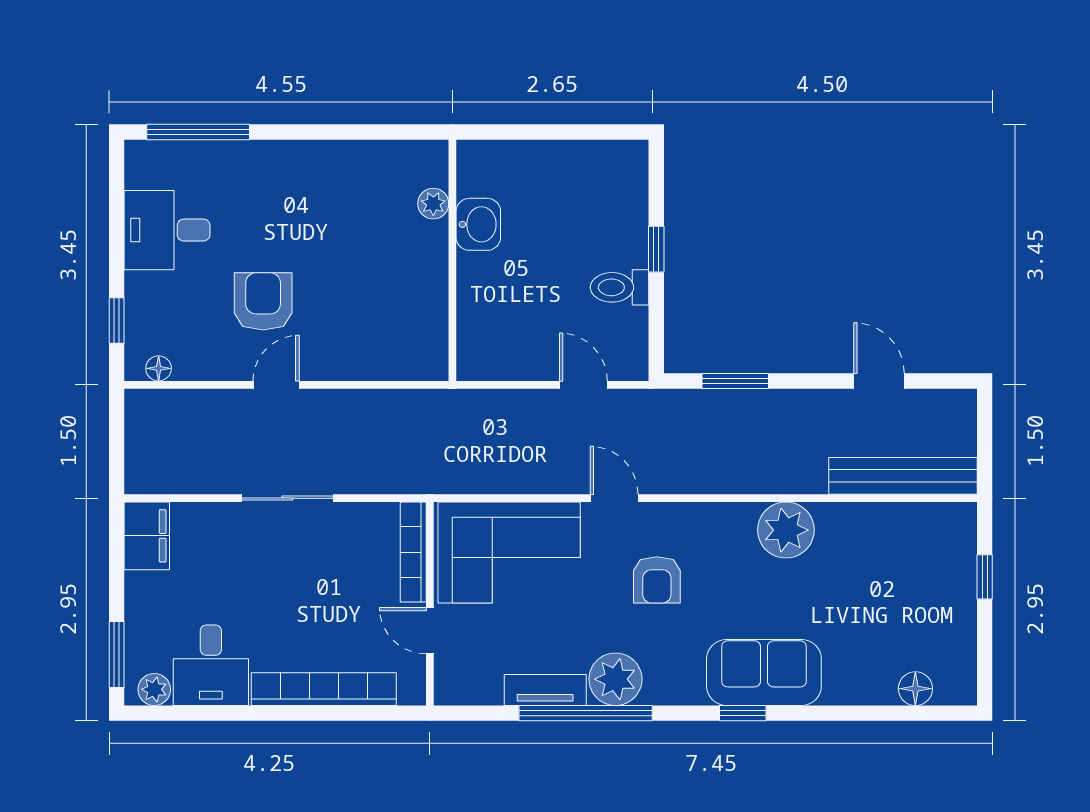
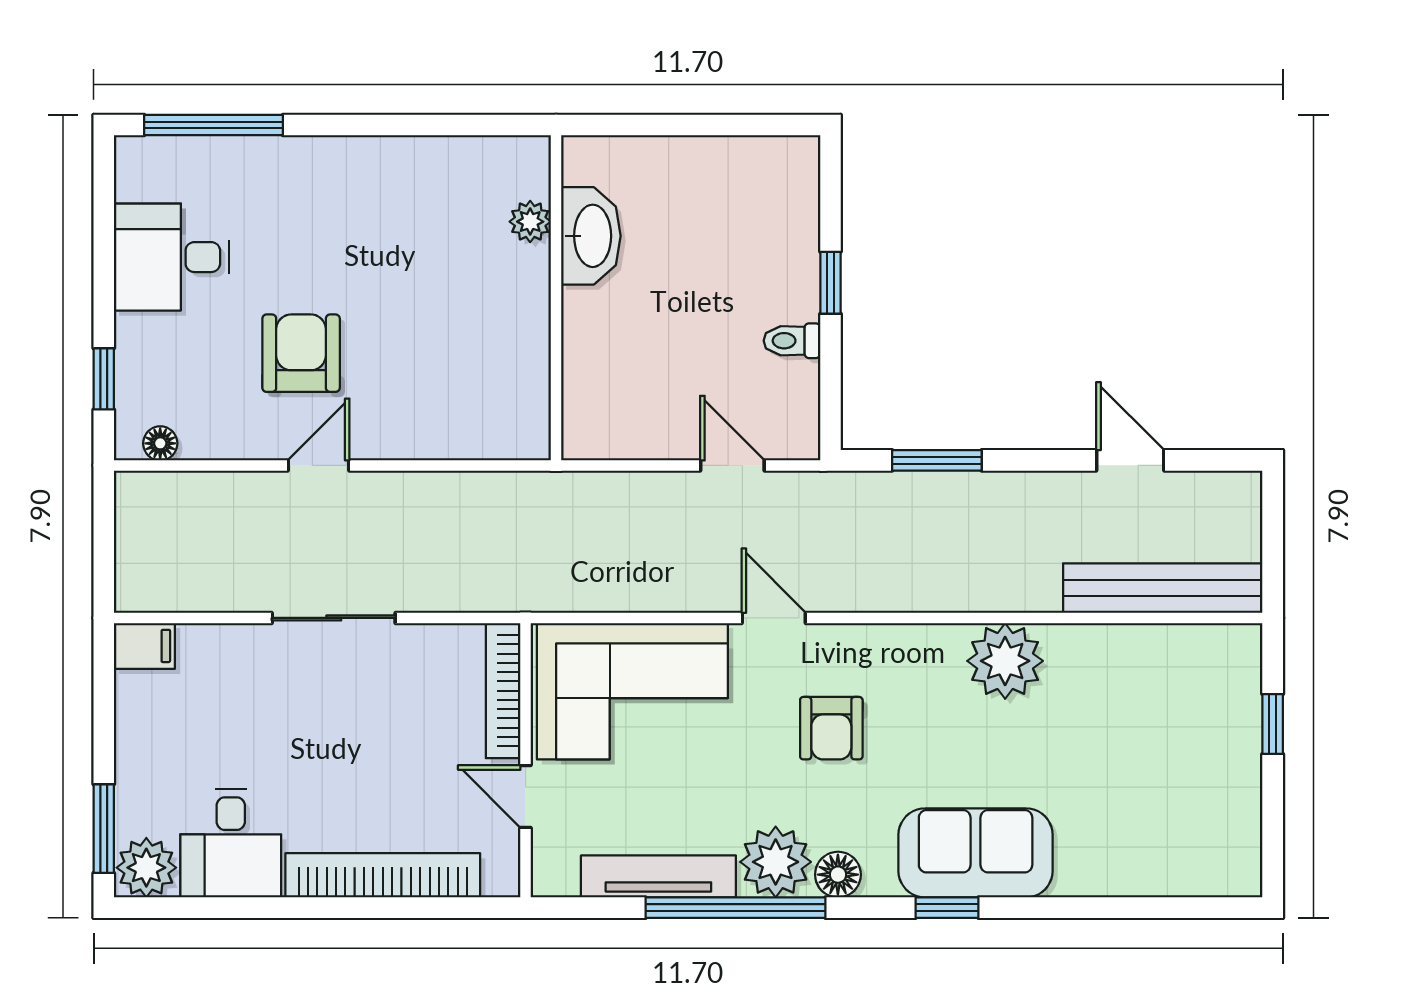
washbasin: (478, 224) -> (591, 236), width x1.38
toilet: (620, 287) -> (792, 341), width x0.73, depth x0.72
filing cabinet: (147, 536) -> (144, 646), width x0.50
plant: (154, 689) -> (146, 868), width x1.38, depth x1.38
floor lamp: (915, 689) -> (838, 875), moved
tv unit: (545, 690) -> (658, 876), width x1.41

